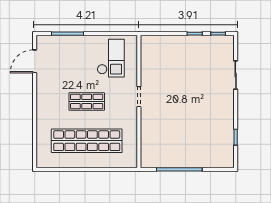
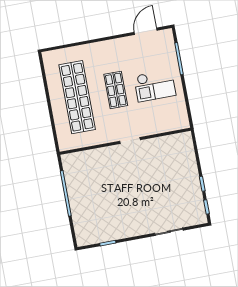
checkout: (111, 58) -> (155, 86), moved
door: (35, 61) -> (146, 31), hinge flipped

